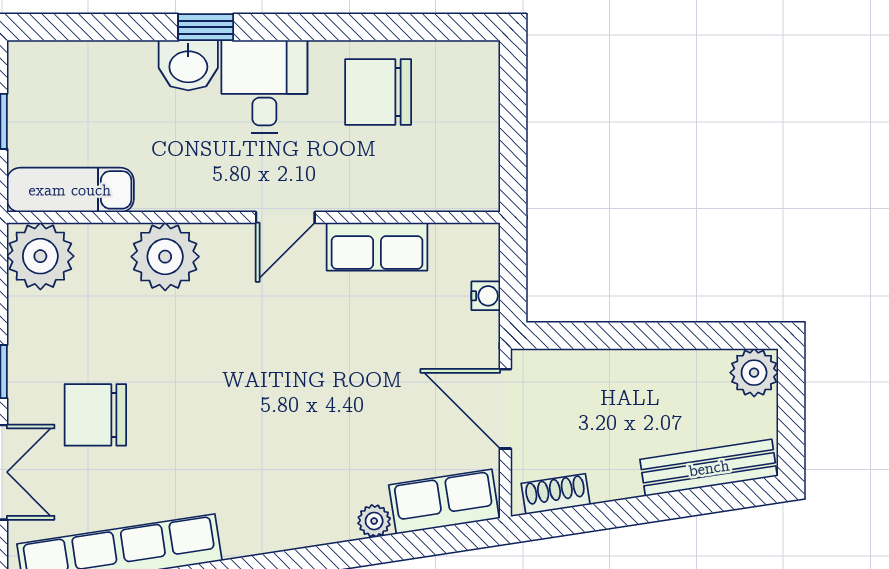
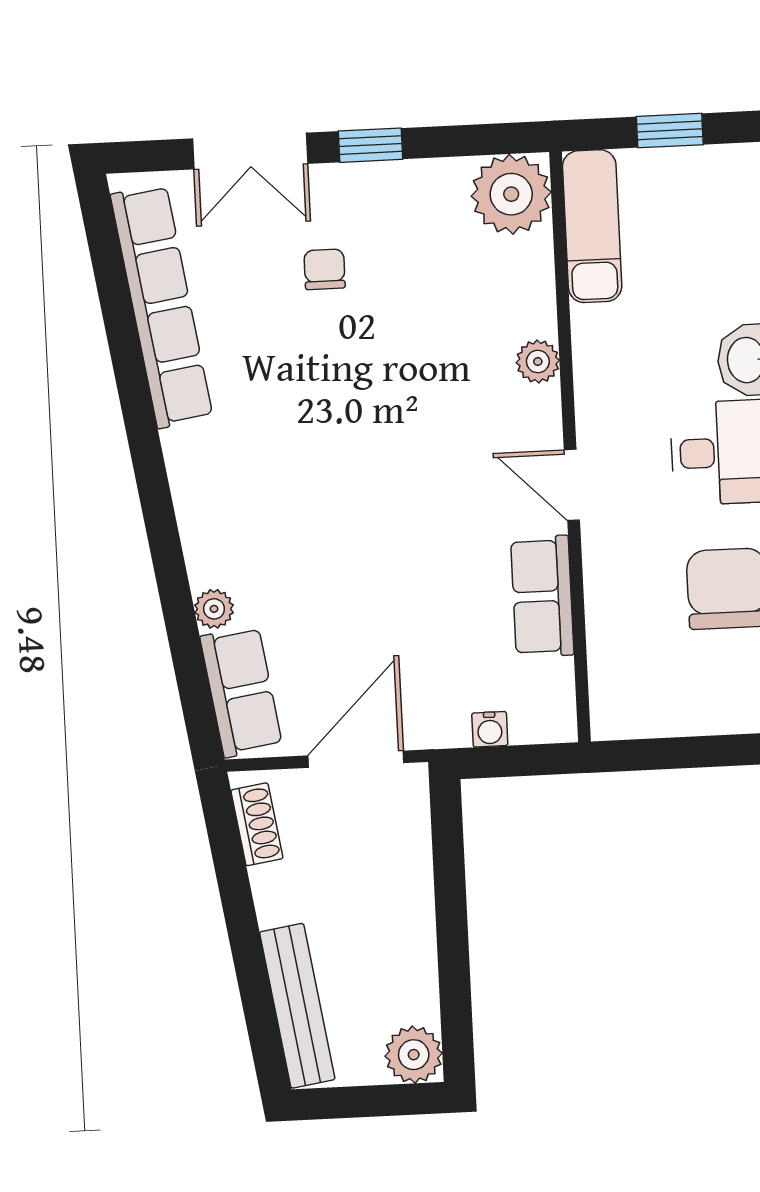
plant: (165, 257) -> (538, 361), width x0.53, depth x0.53
chair: (95, 415) -> (325, 269), width x0.54, depth x0.54

